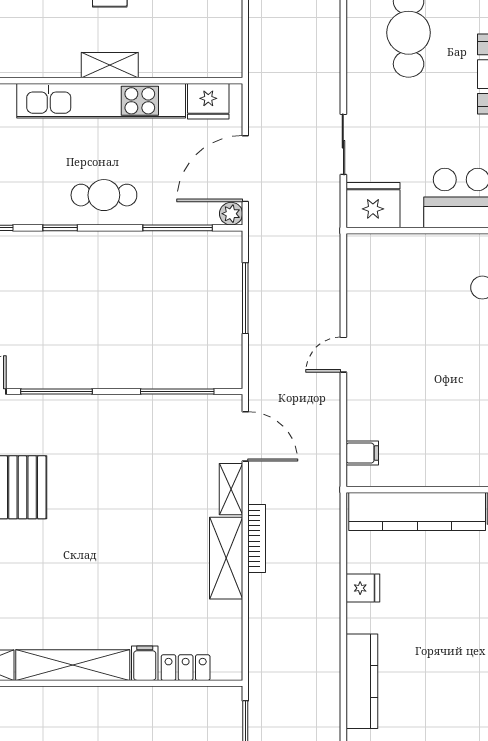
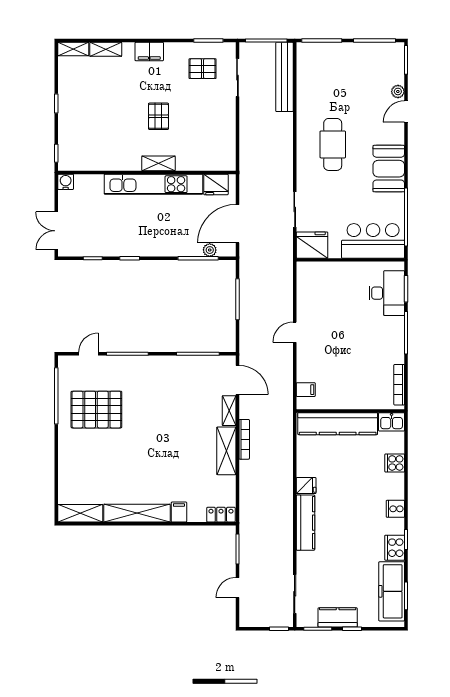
cafe table: (104, 195) -> (155, 239), removed
plant: (231, 214) -> (210, 250), moved
fridge: (363, 588) -> (306, 486), moved
locker: (186, 668) -> (221, 515), moved

